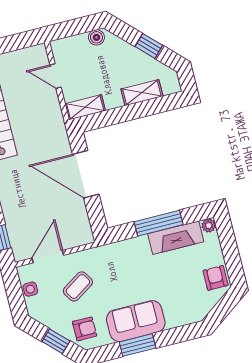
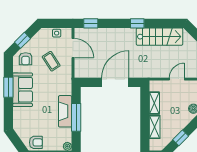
shelving: (85, 107) -> (154, 103), moved
fireplace: (176, 238) -> (65, 111), moved

